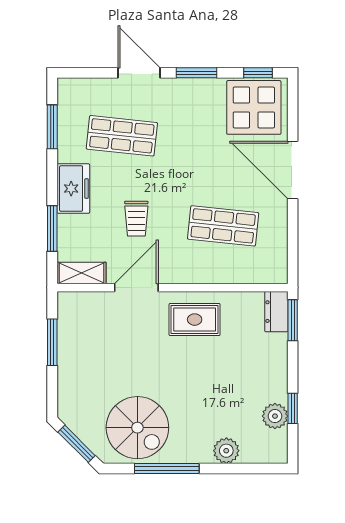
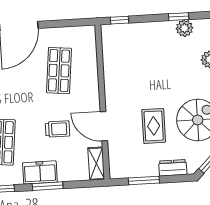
window: (52, 228) -> (48, 186), moved
dresser: (276, 312) -> (173, 168), moved, turned 180
rug: (195, 320) -> (154, 126), moved
window: (293, 320) -> (120, 20), width x0.67

